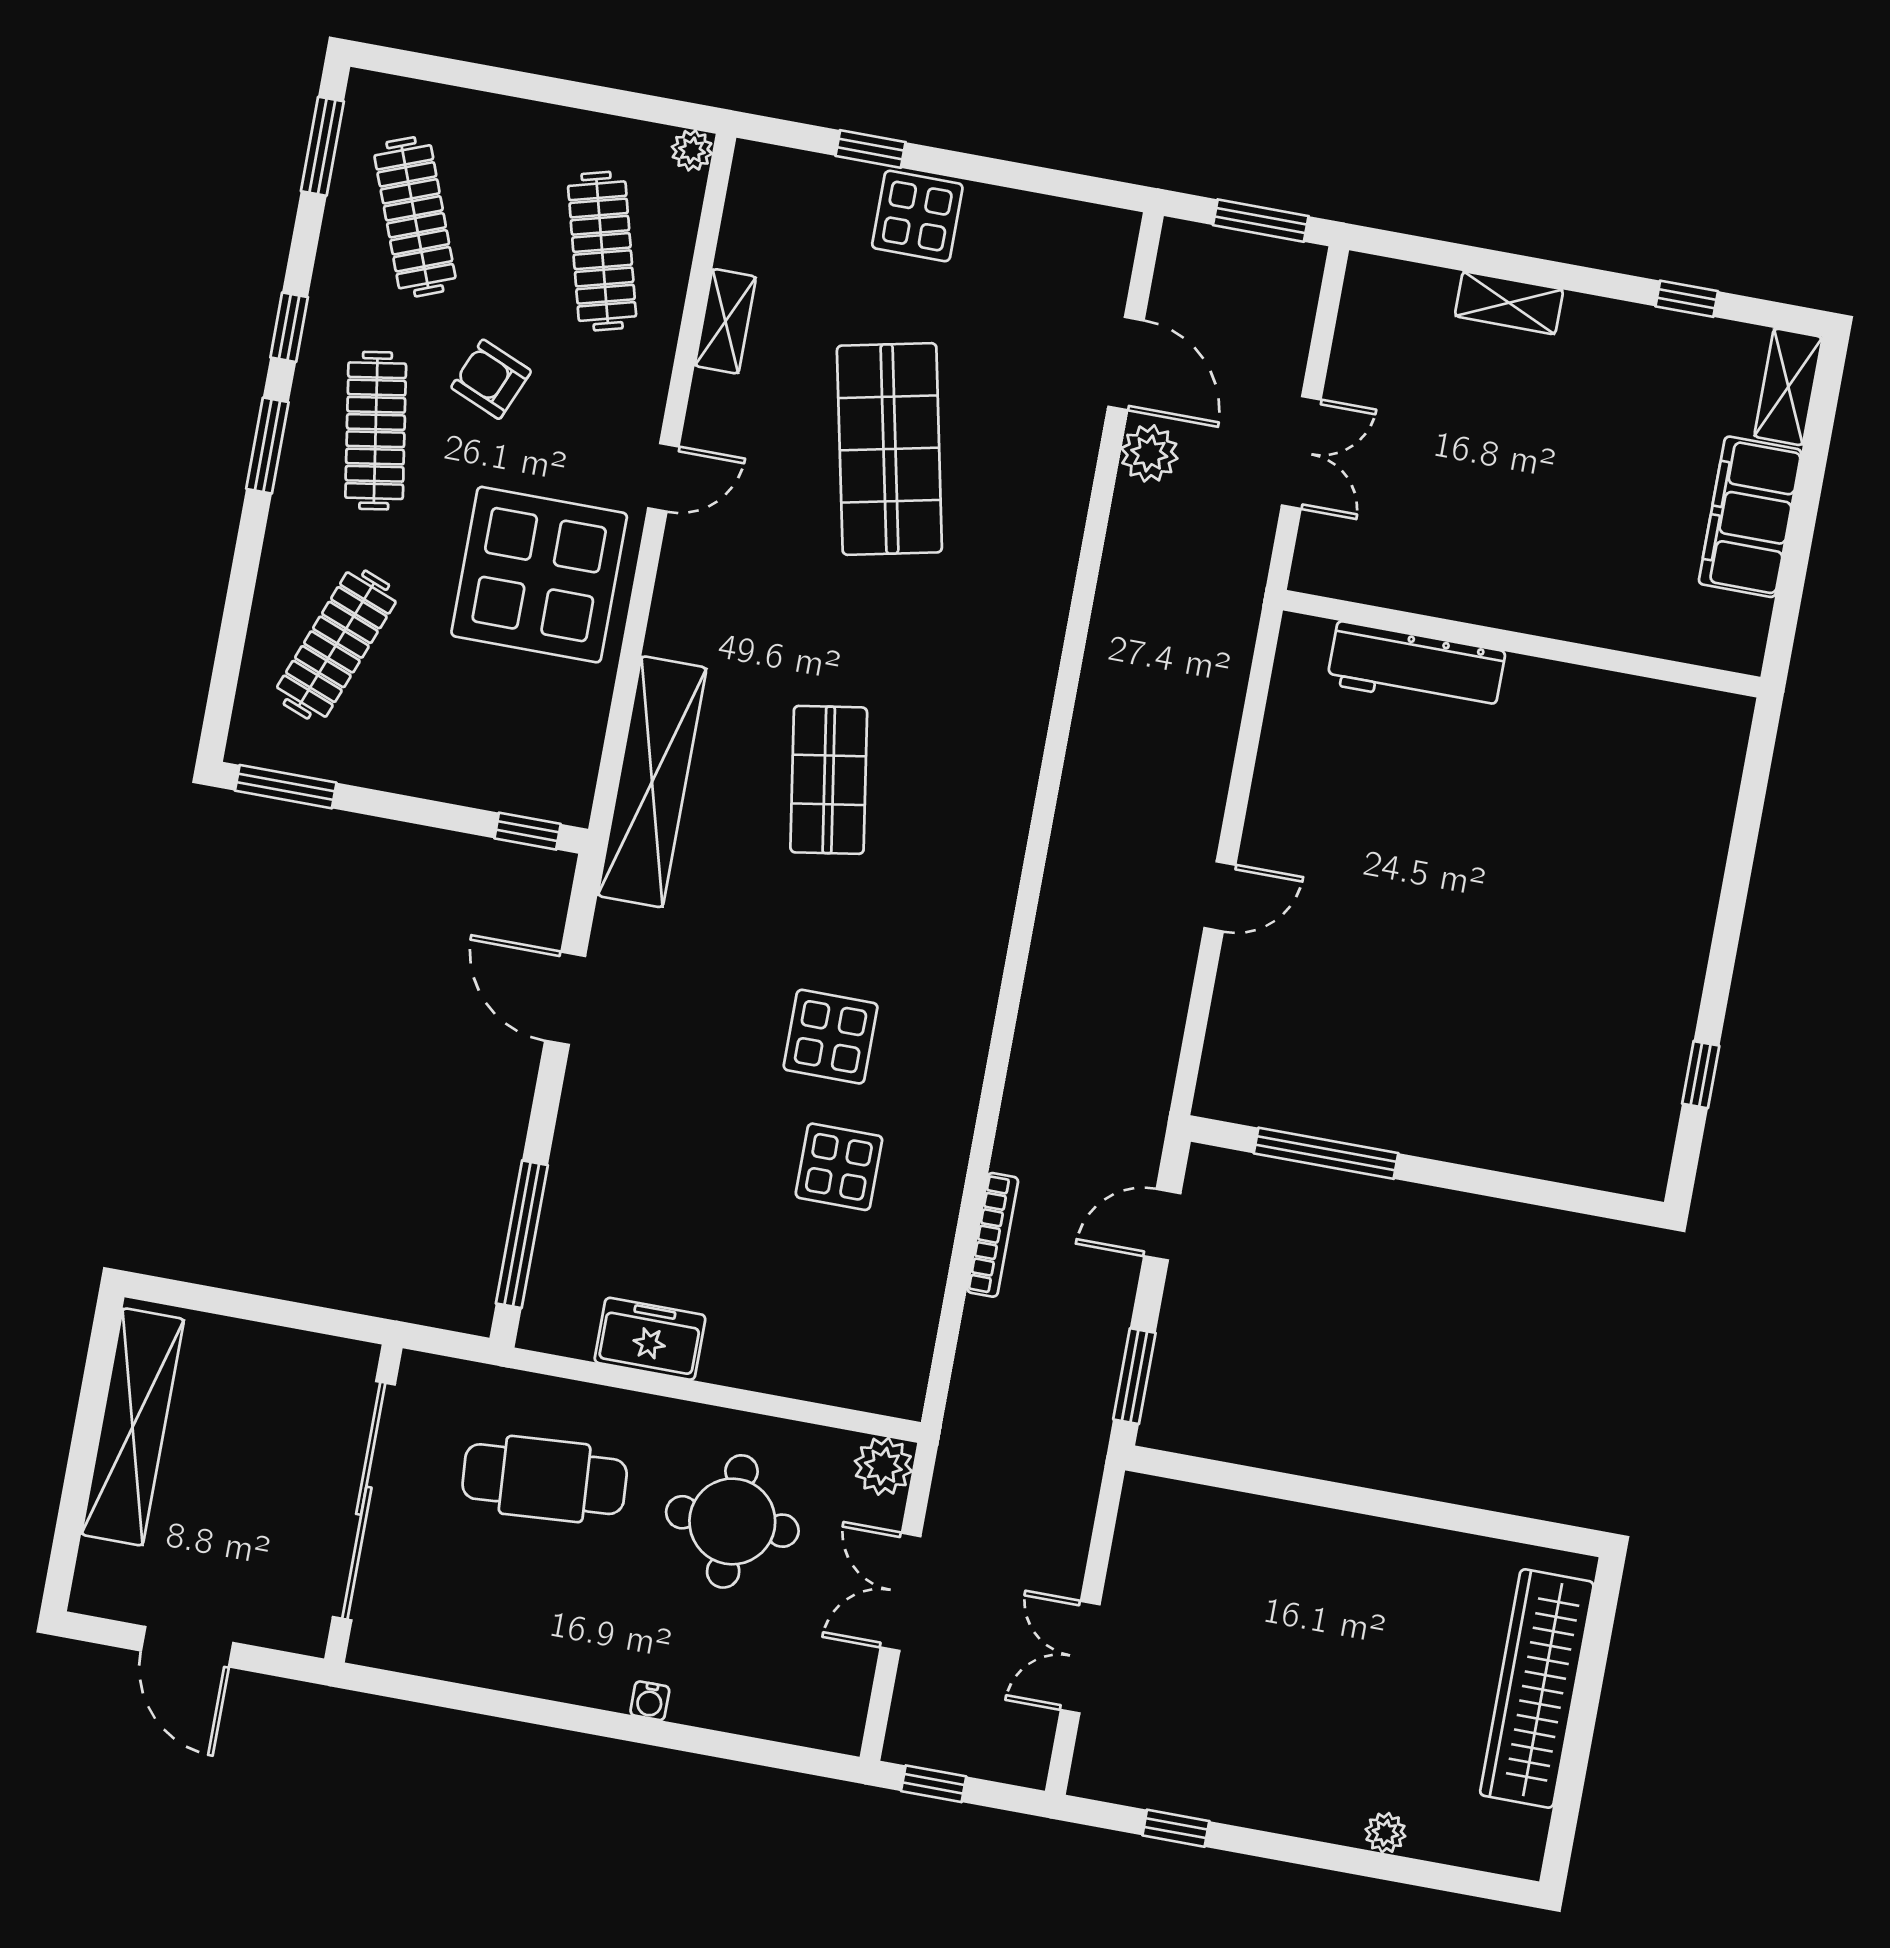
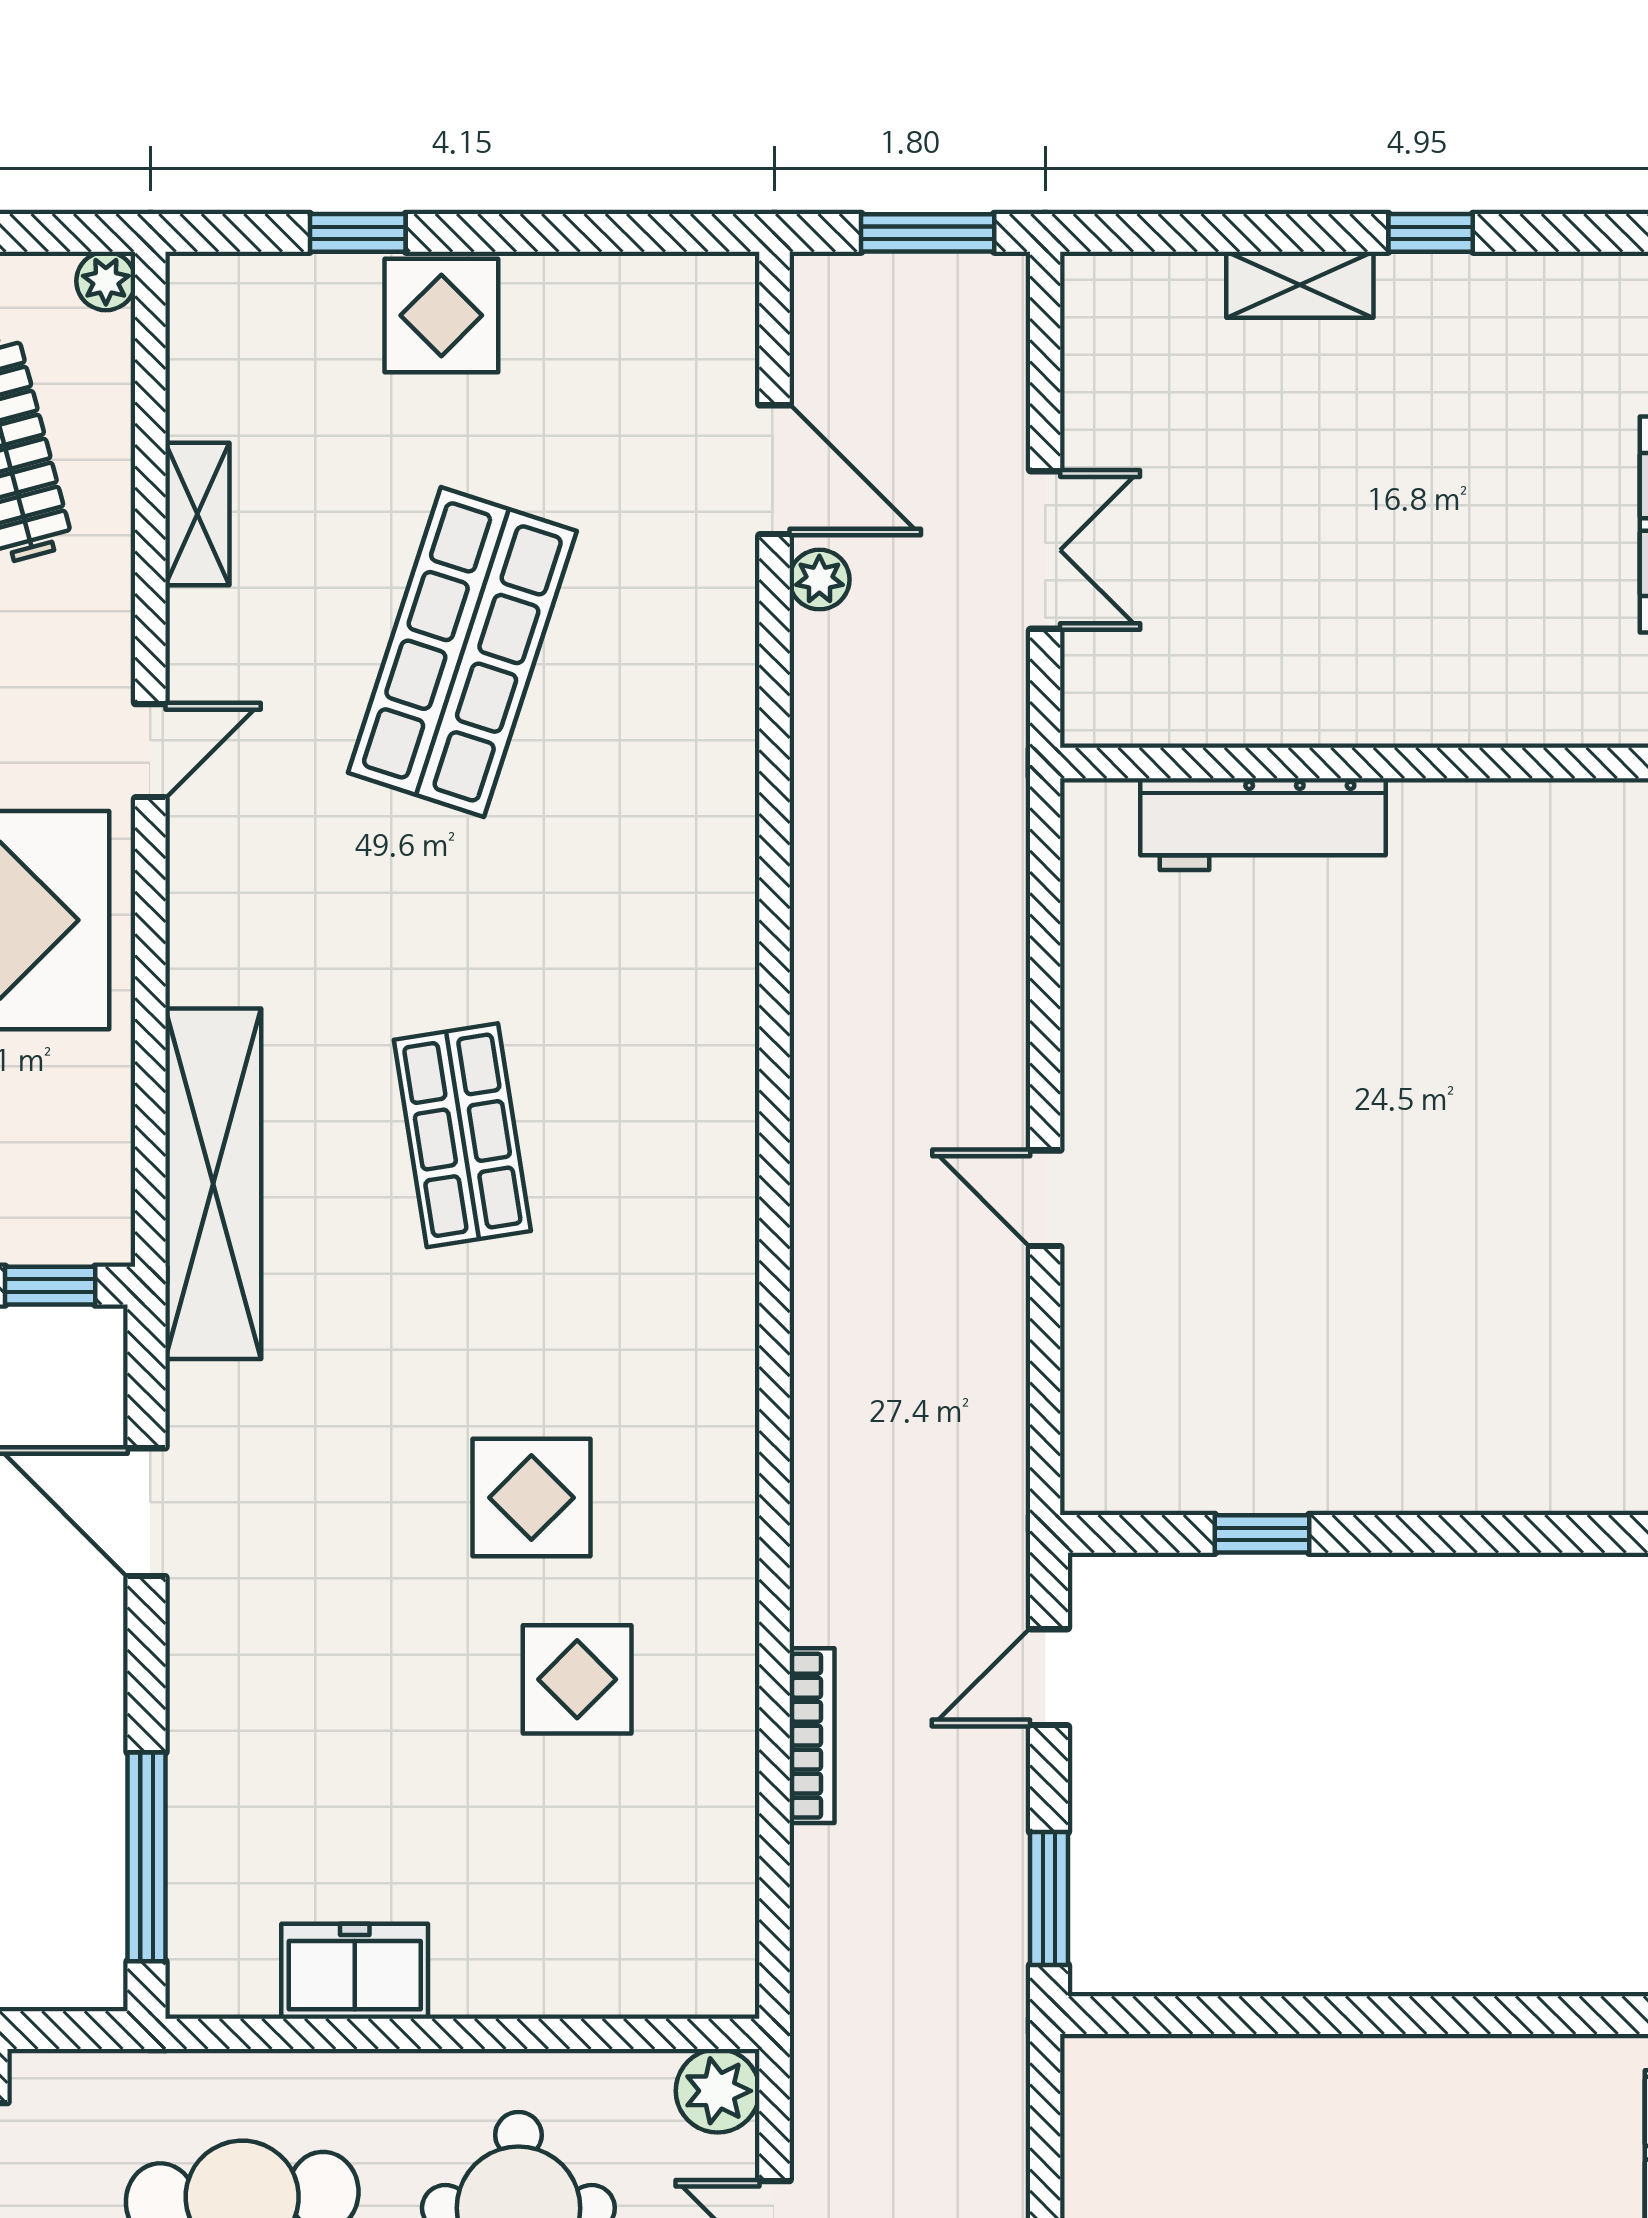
window: (1687, 299) -> (1431, 233), moved
shop shelf: (889, 449) -> (462, 652), turned 30
plant: (1149, 453) -> (819, 580), width x0.73, depth x0.73
door: (1220, 896) -> (1045, 1198), swing flipped
window: (1326, 1153) -> (1262, 1534), width x0.46

